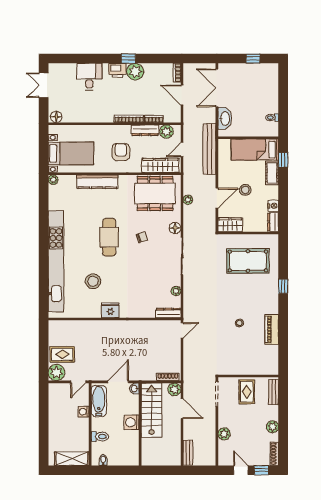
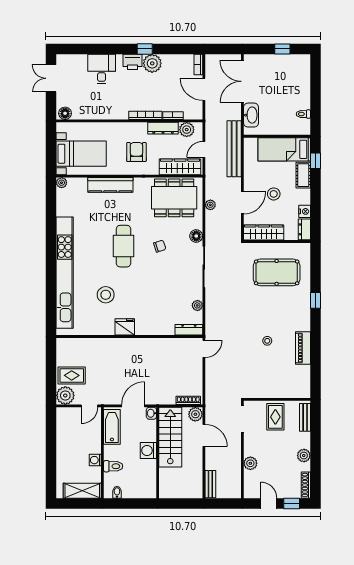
wardrobe: (230, 225) -> (264, 233), width x1.50
washing machine: (84, 412) -> (95, 460), moved

